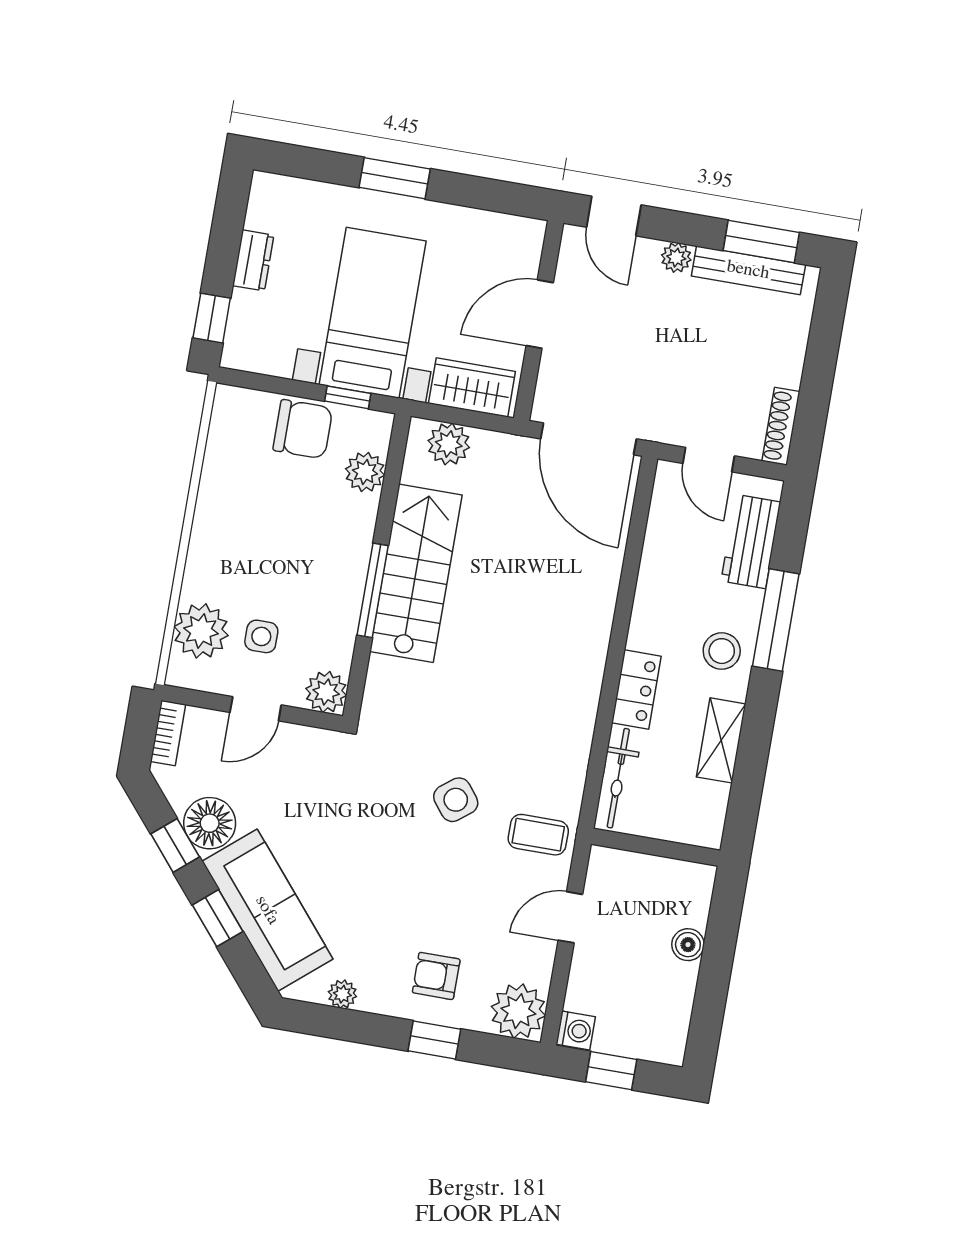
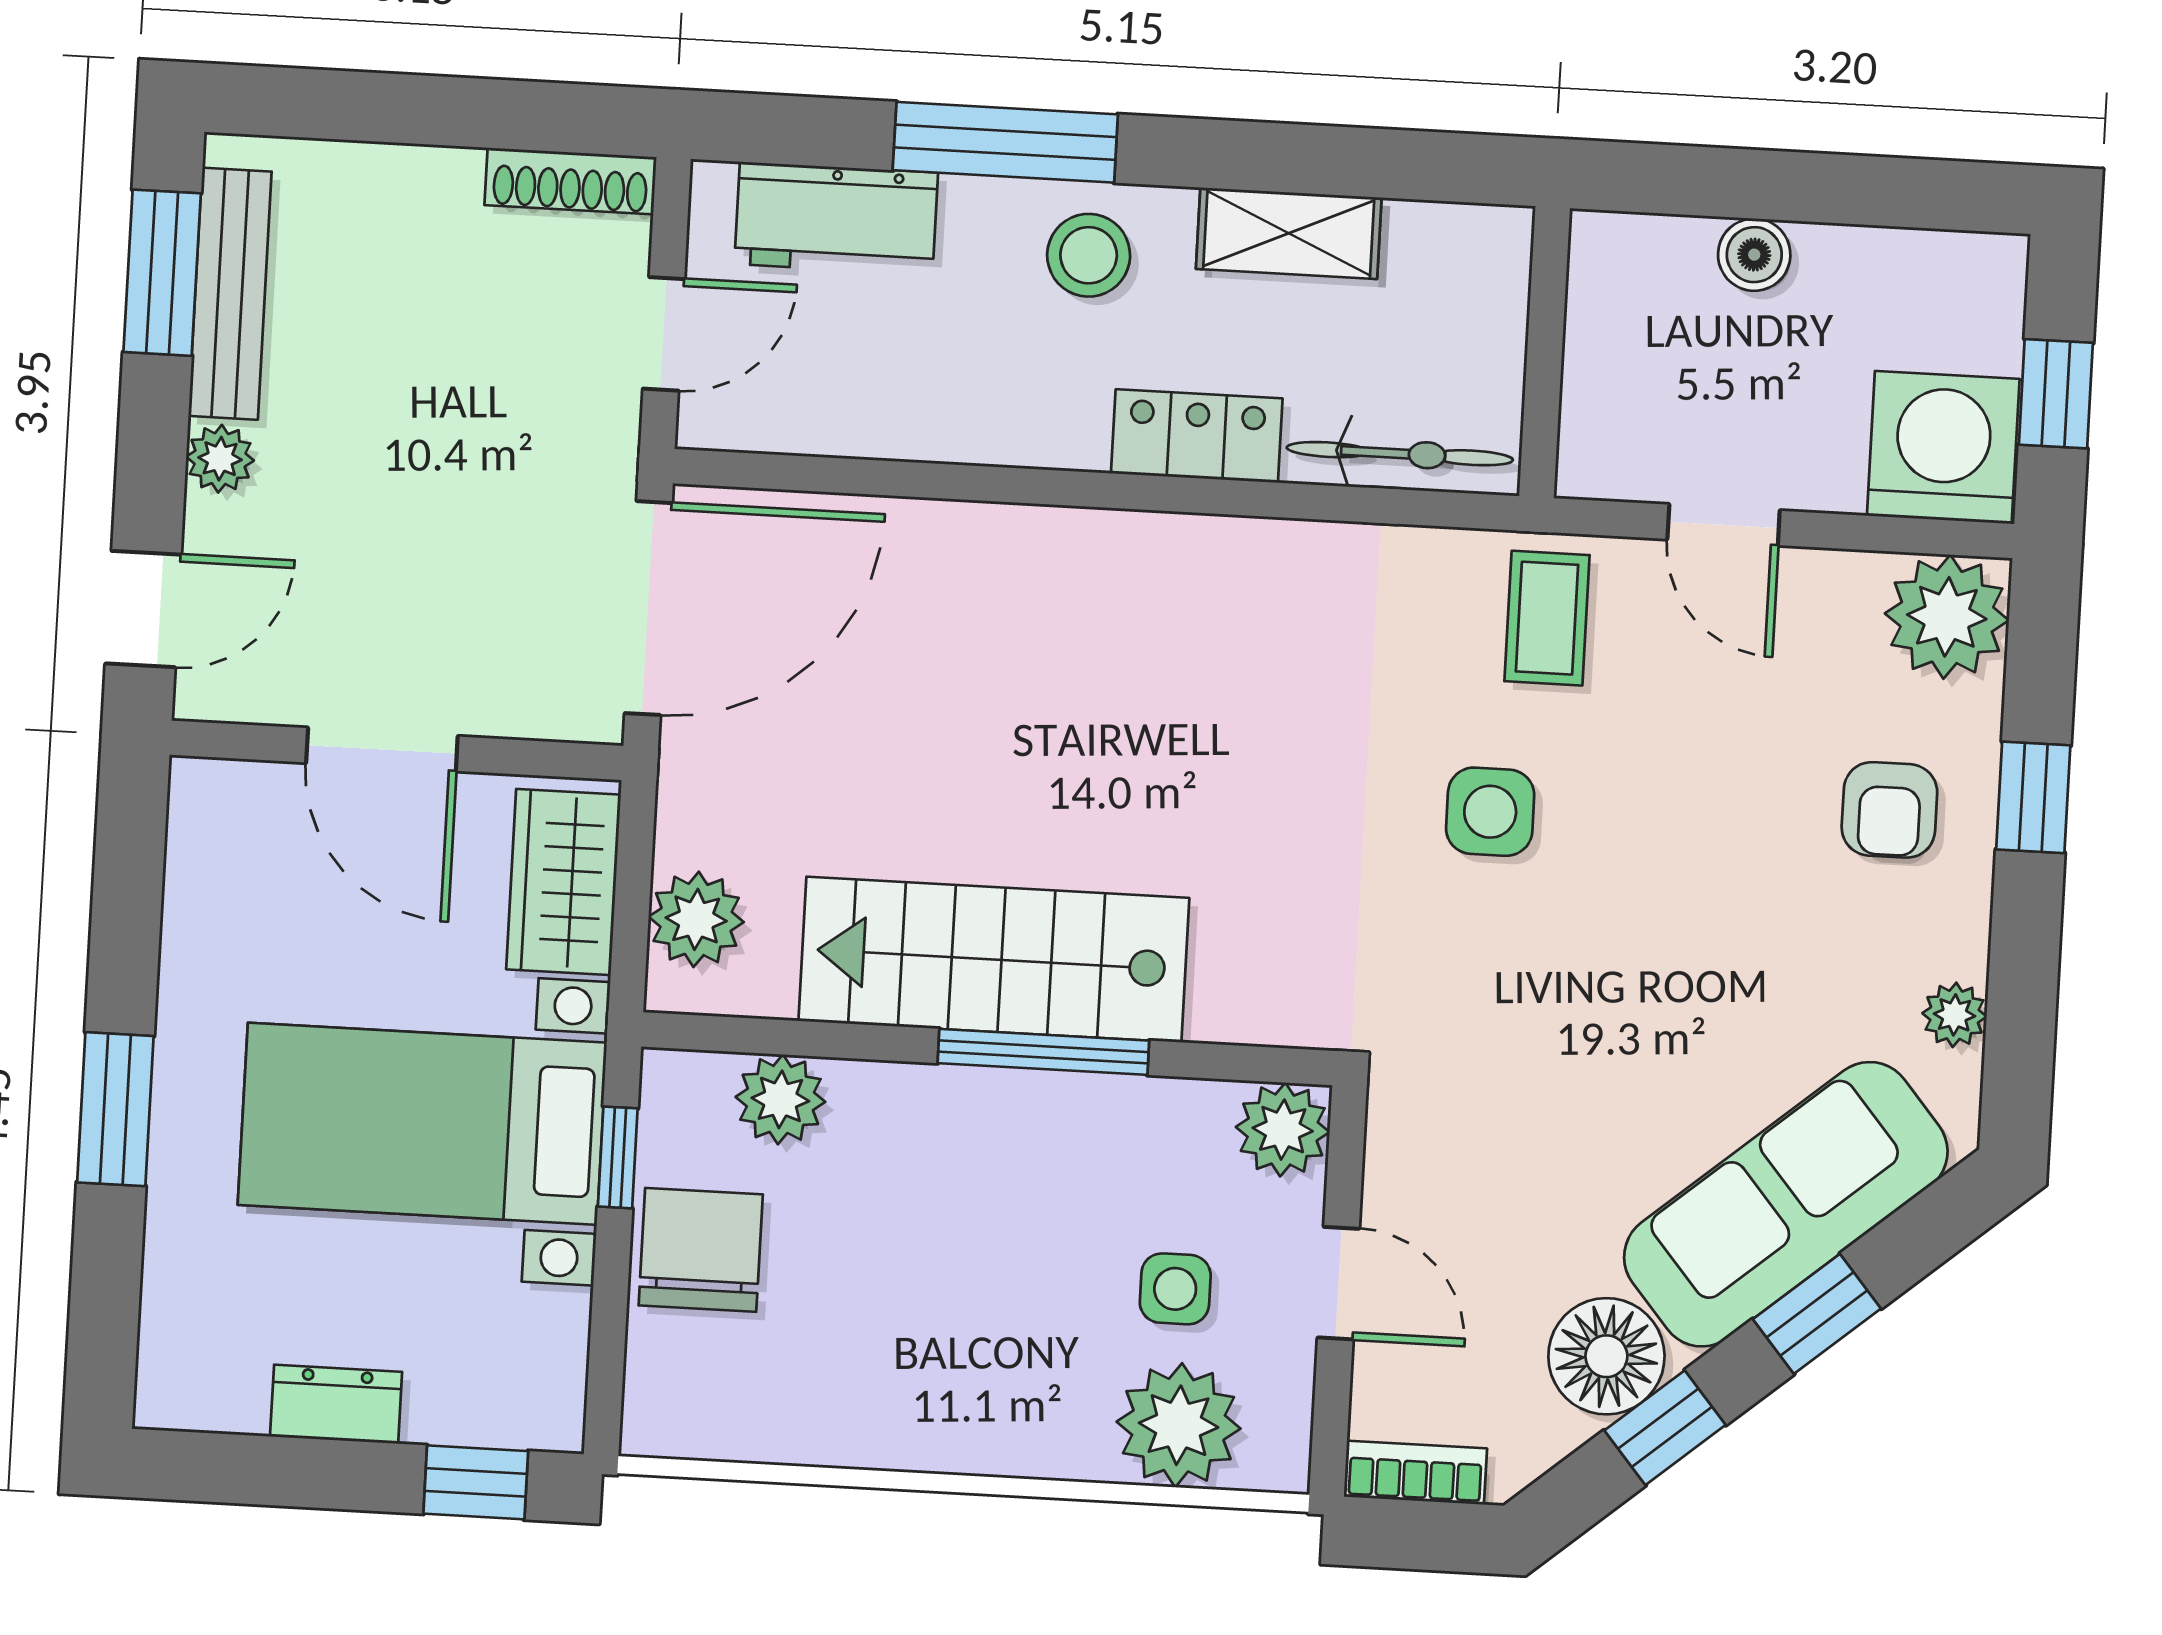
side table: (456, 800) -> (1490, 812), turned 38
washing machine: (576, 1031) -> (1943, 447), width x1.89, depth x1.89

